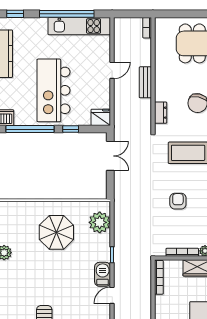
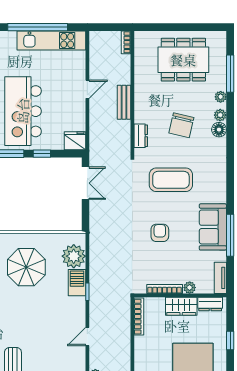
barbecue: (103, 274) -> (77, 283), moved

